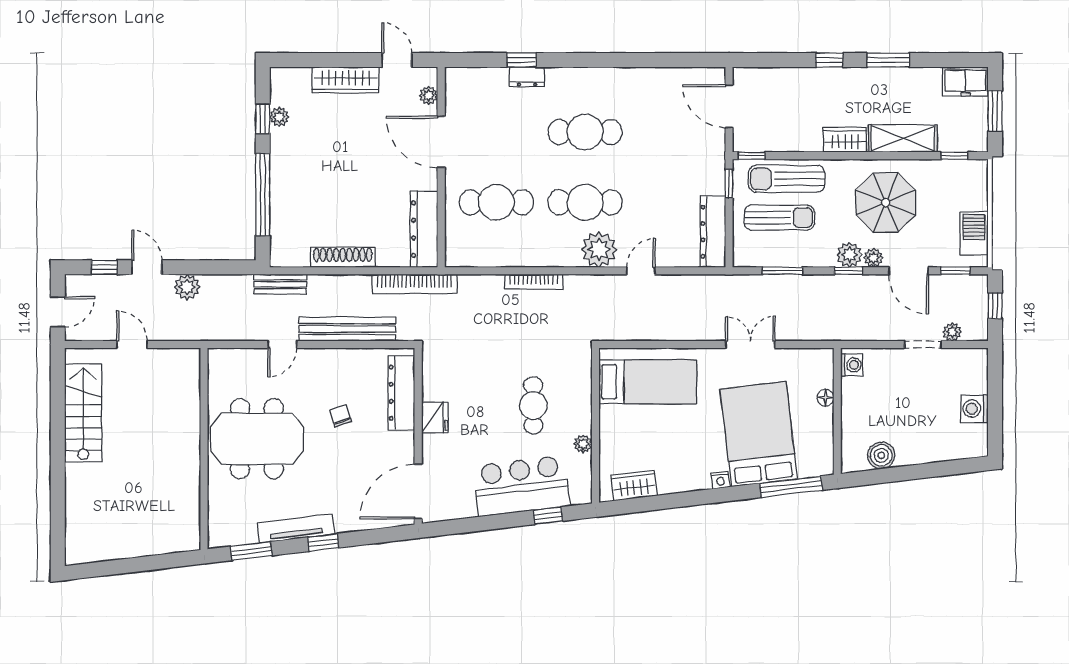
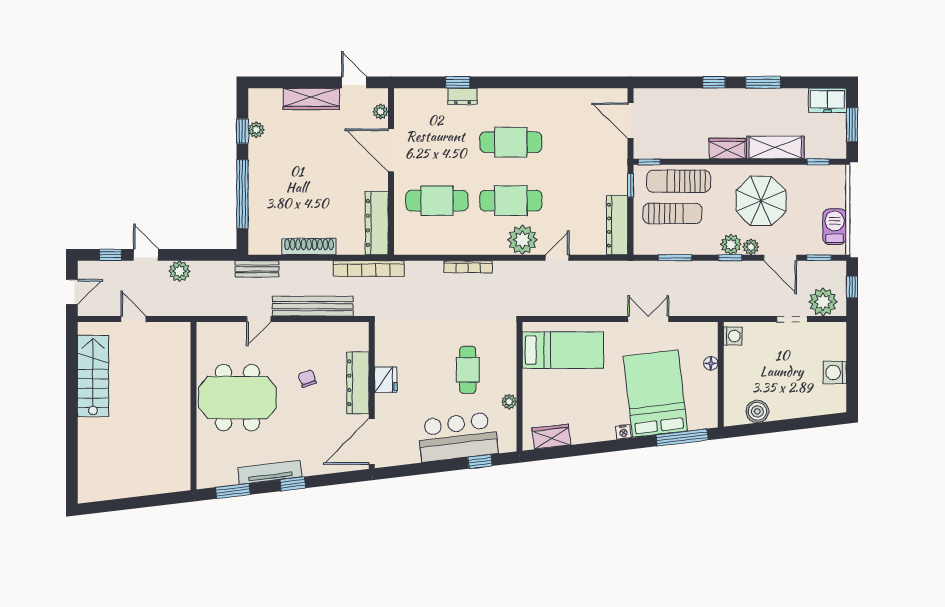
plant: (952, 332) -> (823, 302), width x1.88, depth x1.88
dresser: (401, 393) -> (358, 383), moved

